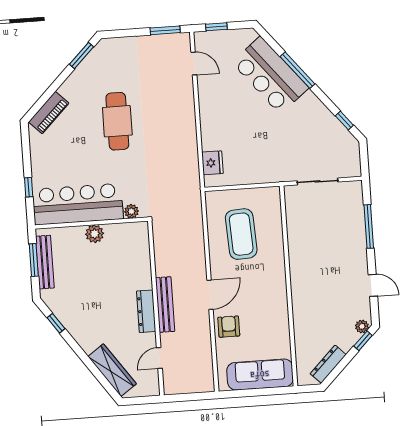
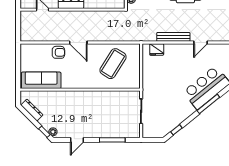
door: (194, 64) -> (201, 43), moved
coffee table: (241, 234) -> (113, 64), turned -55
bench: (165, 305) -> (173, 37), moved
sofa: (260, 375) -> (41, 80), moved, turned -90

